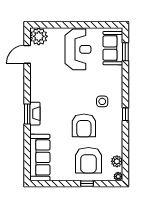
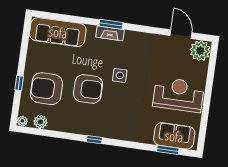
reception desk: (78, 49) -> (178, 95), turned 180
side table: (102, 101) -> (120, 75), moved
armchair: (84, 125) -> (88, 89), turned 180

